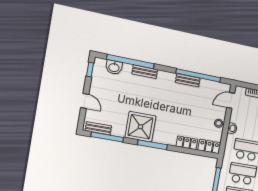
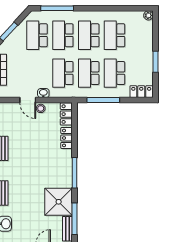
door: (231, 100) -> (28, 100), moved
shower: (141, 127) -> (59, 202), moved

